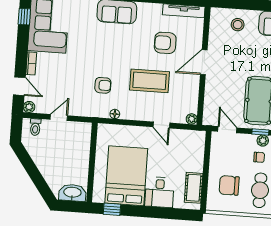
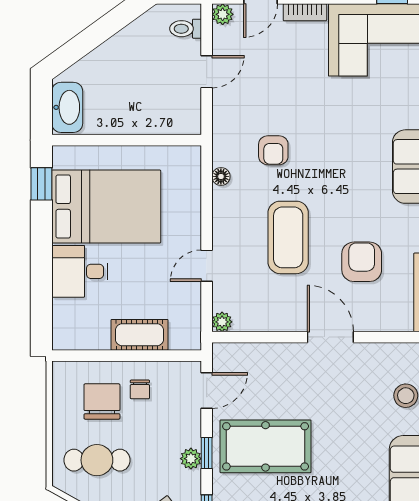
door: (59, 118) -> (207, 72), hinge flipped
chair: (259, 157) -> (140, 389), moved
cot: (194, 188) -> (140, 335), moved

